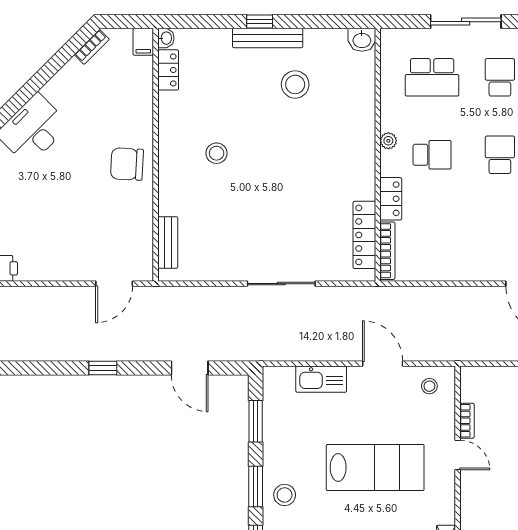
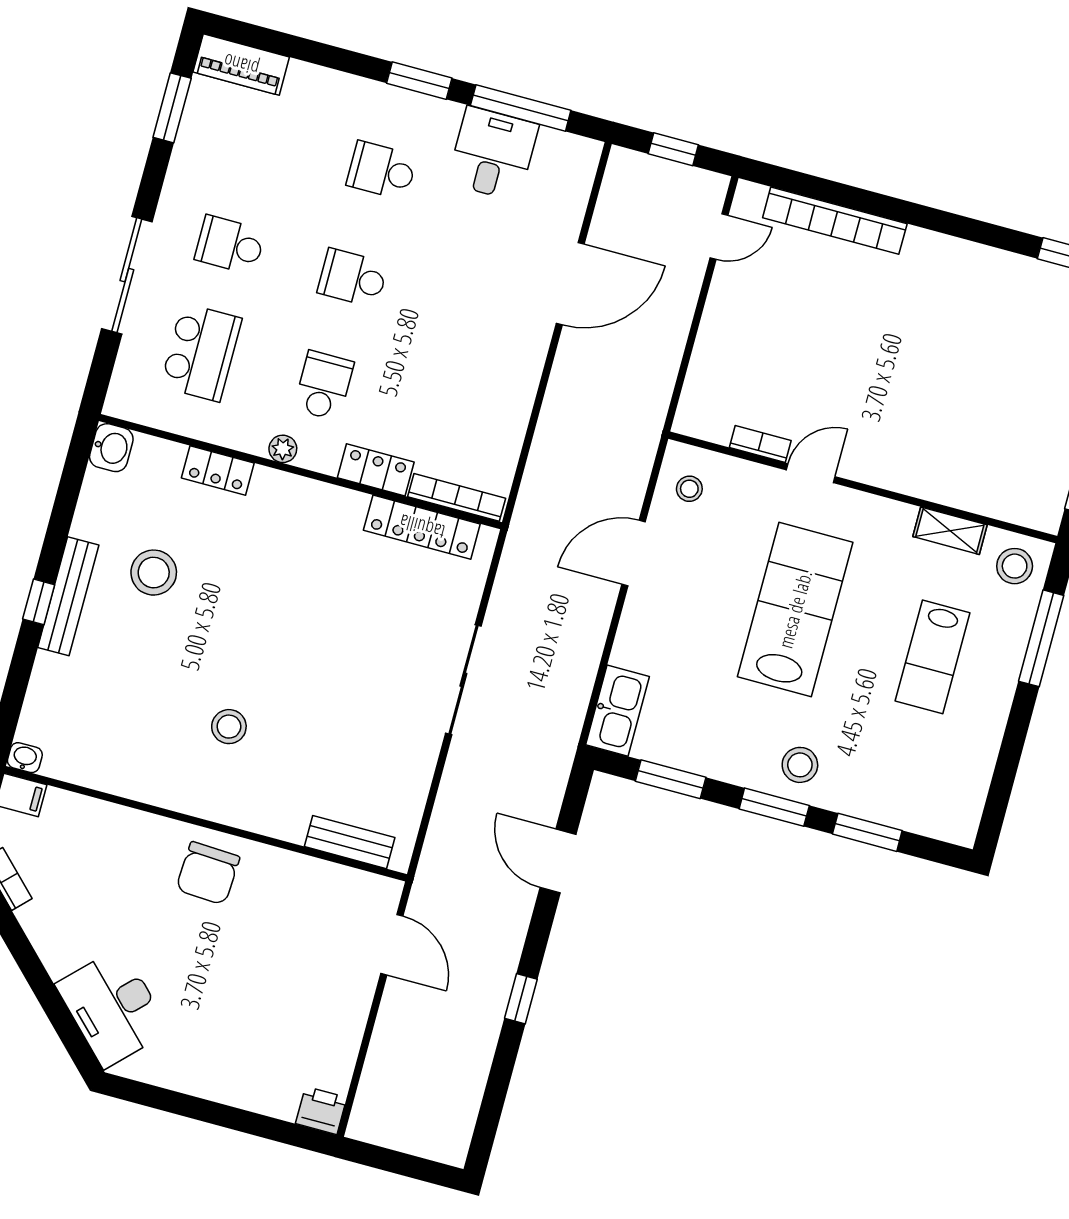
locker: (168, 70) -> (218, 470), moved, turned 180
door: (190, 368) -> (558, 861), swing flipped
kitchen sink: (321, 379) -> (617, 711), moved

